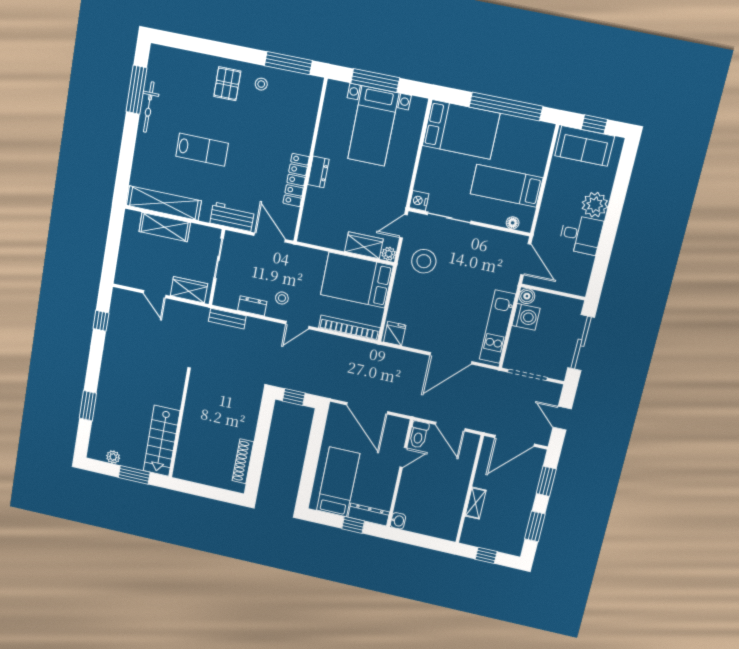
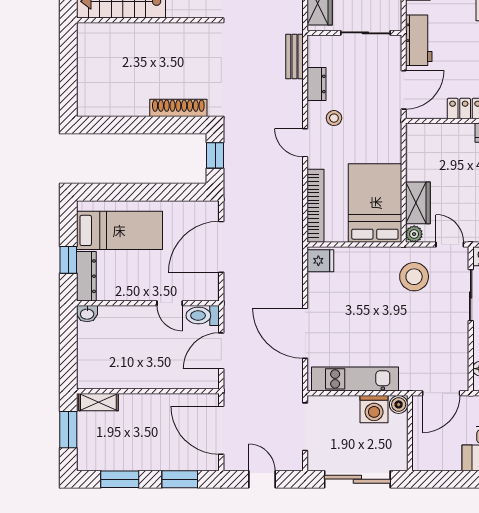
door: (562, 418) -> (262, 479), hinge flipped
shoe rack: (243, 461) -> (178, 108), moved
shelving: (476, 503) -> (98, 402), moved
window: (486, 555) -> (68, 430), width x1.50

